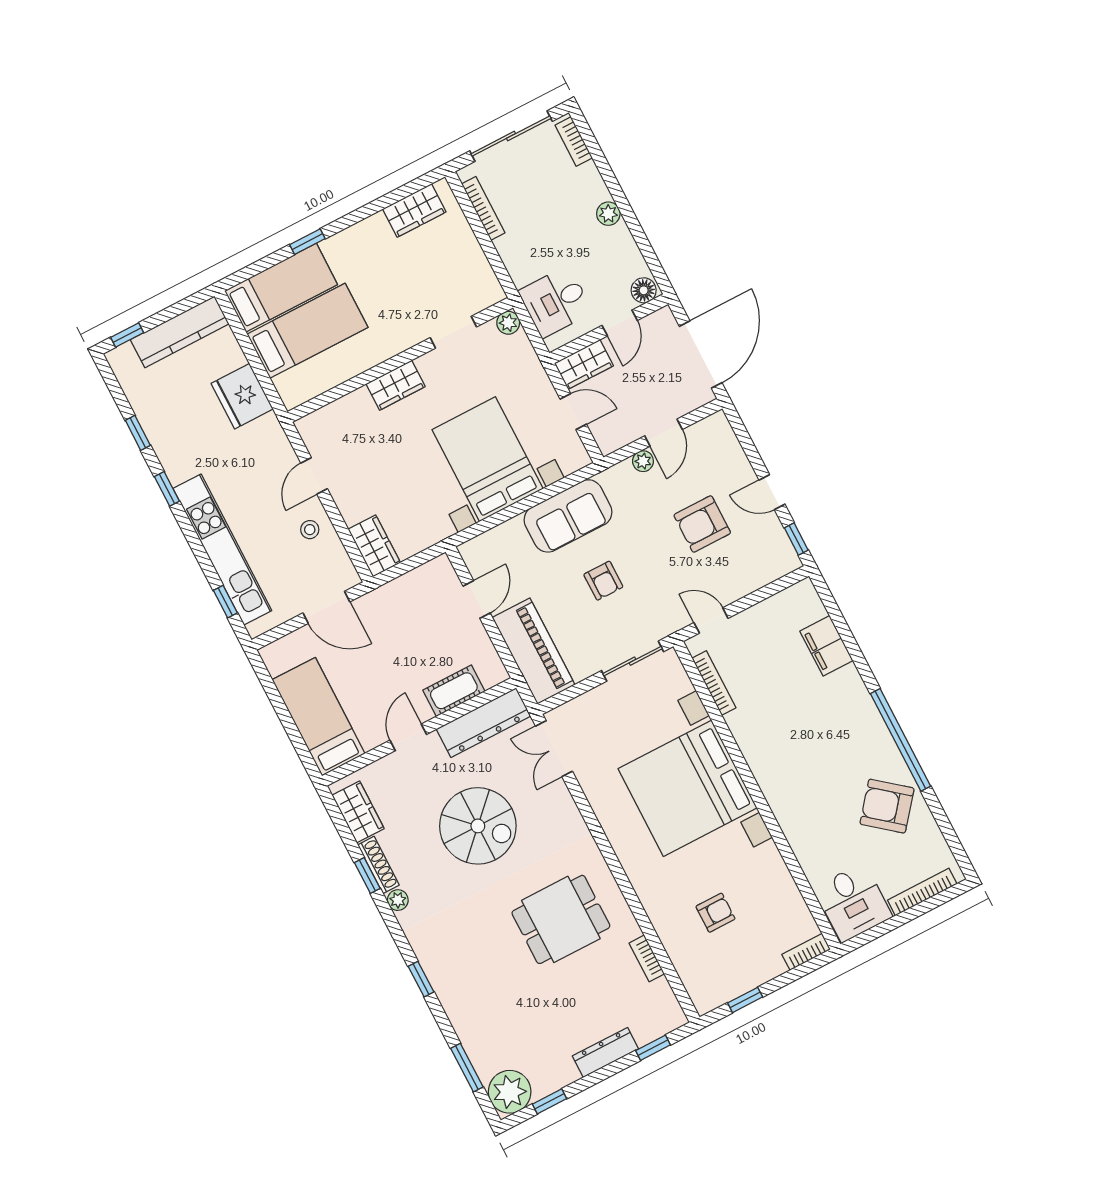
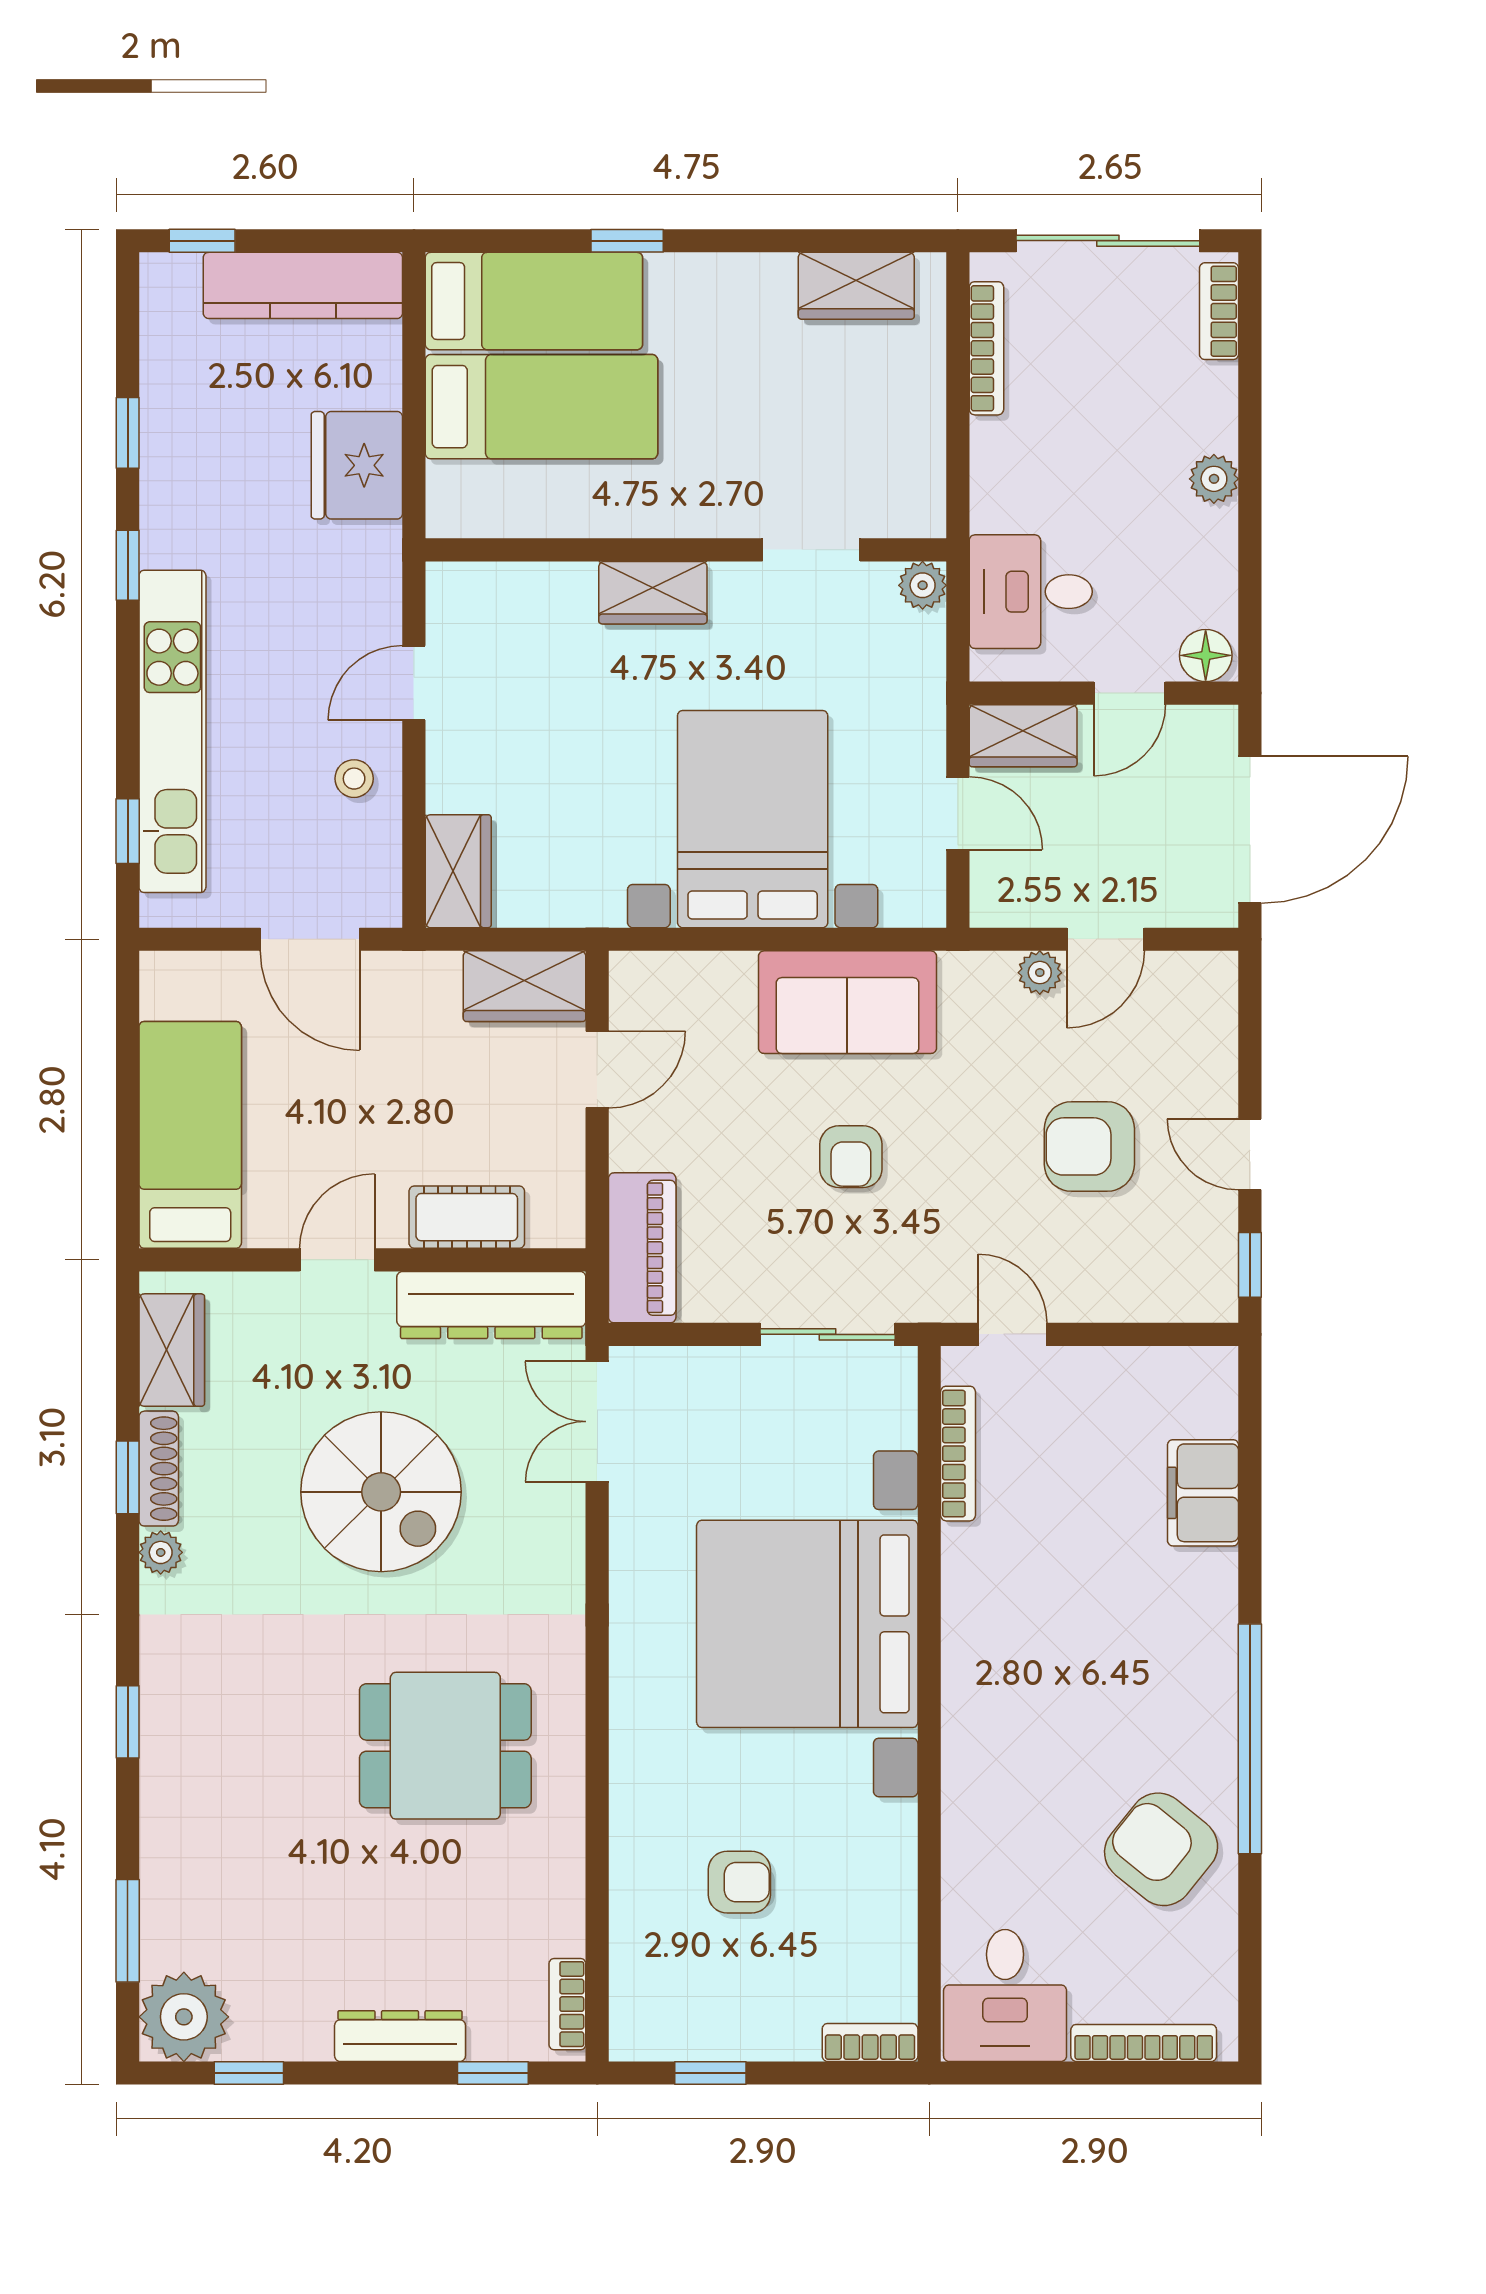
wardrobe: (428, 580) -> (525, 986), added
piano: (534, 651) -> (642, 1248), width x0.73, depth x0.75
bookcase: (647, 958) -> (567, 2004), moved

